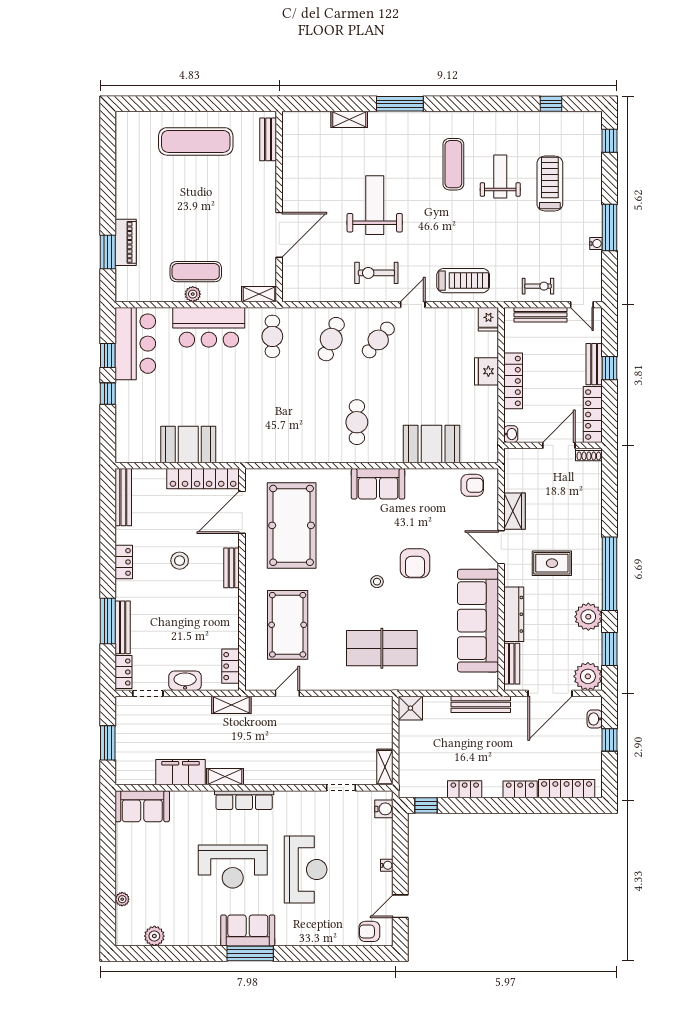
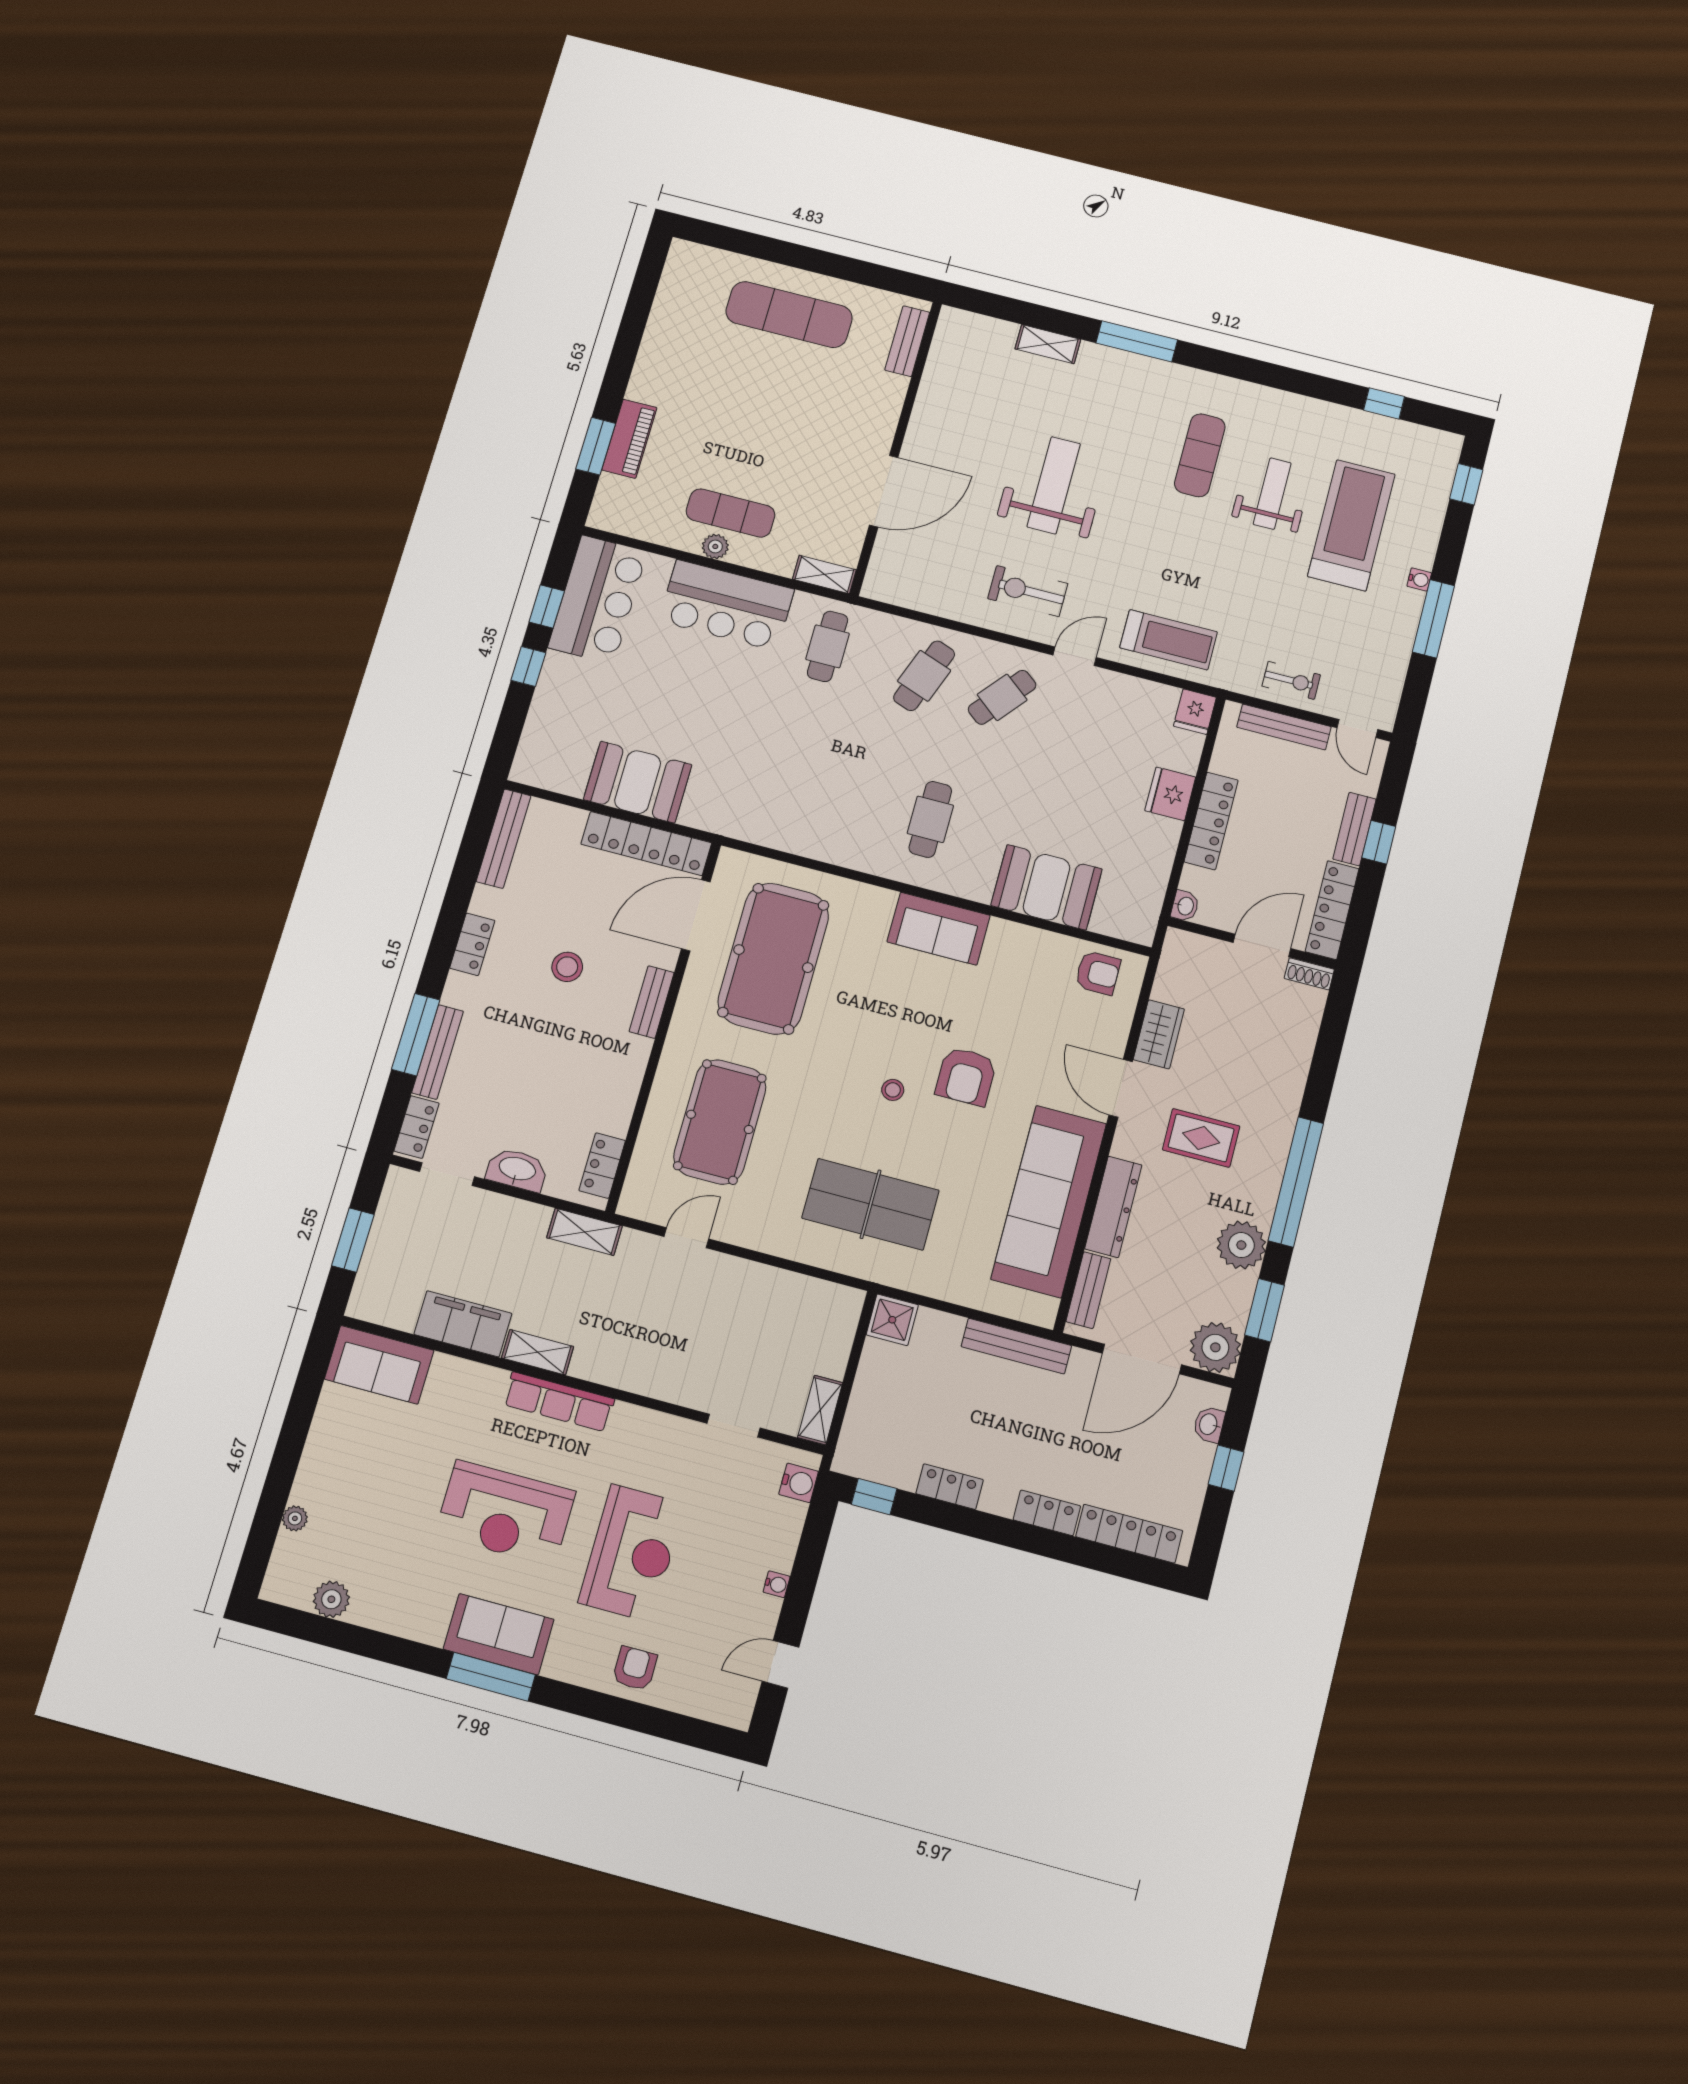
treadmill: (550, 184) -> (1351, 525), width x1.37, depth x1.37
water cooler: (596, 243) -> (1419, 580), moved
armchair: (369, 931) -> (635, 1668), moved, turned 90

